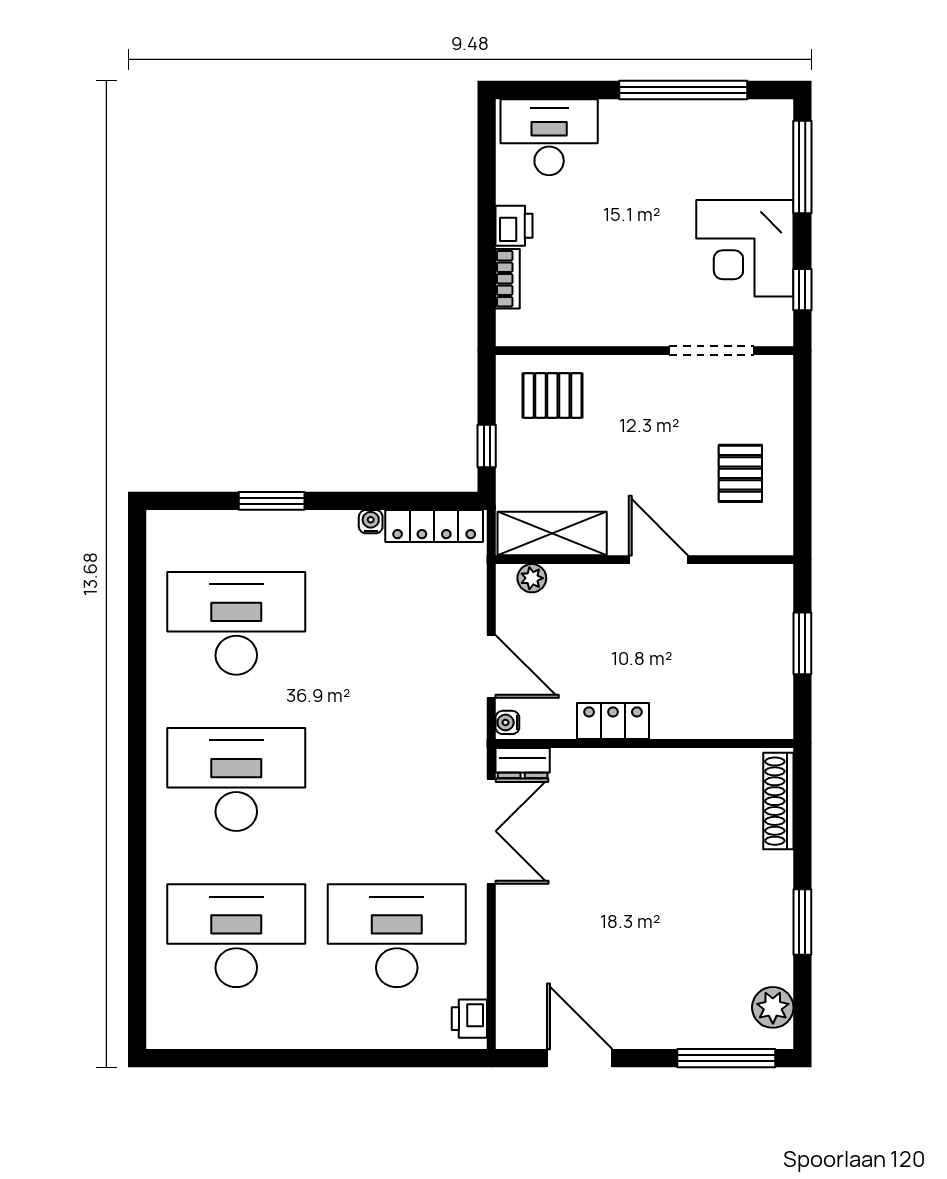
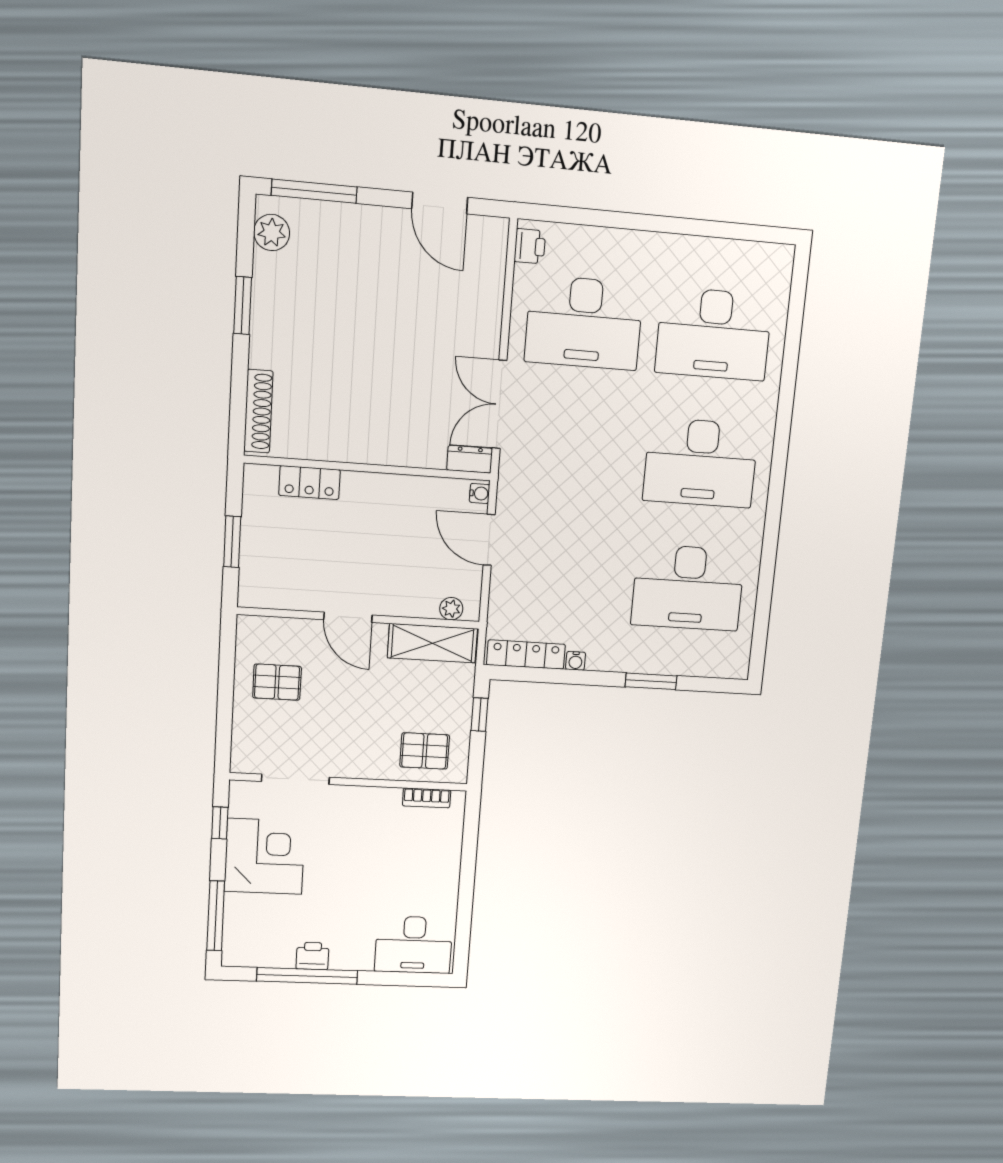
printer: (514, 226) -> (312, 956), moved, turned 90
bookcase: (508, 279) -> (427, 798), moved, turned -90
pallet: (740, 473) -> (277, 682), turned 90
locker: (613, 721) -> (310, 483), moved

